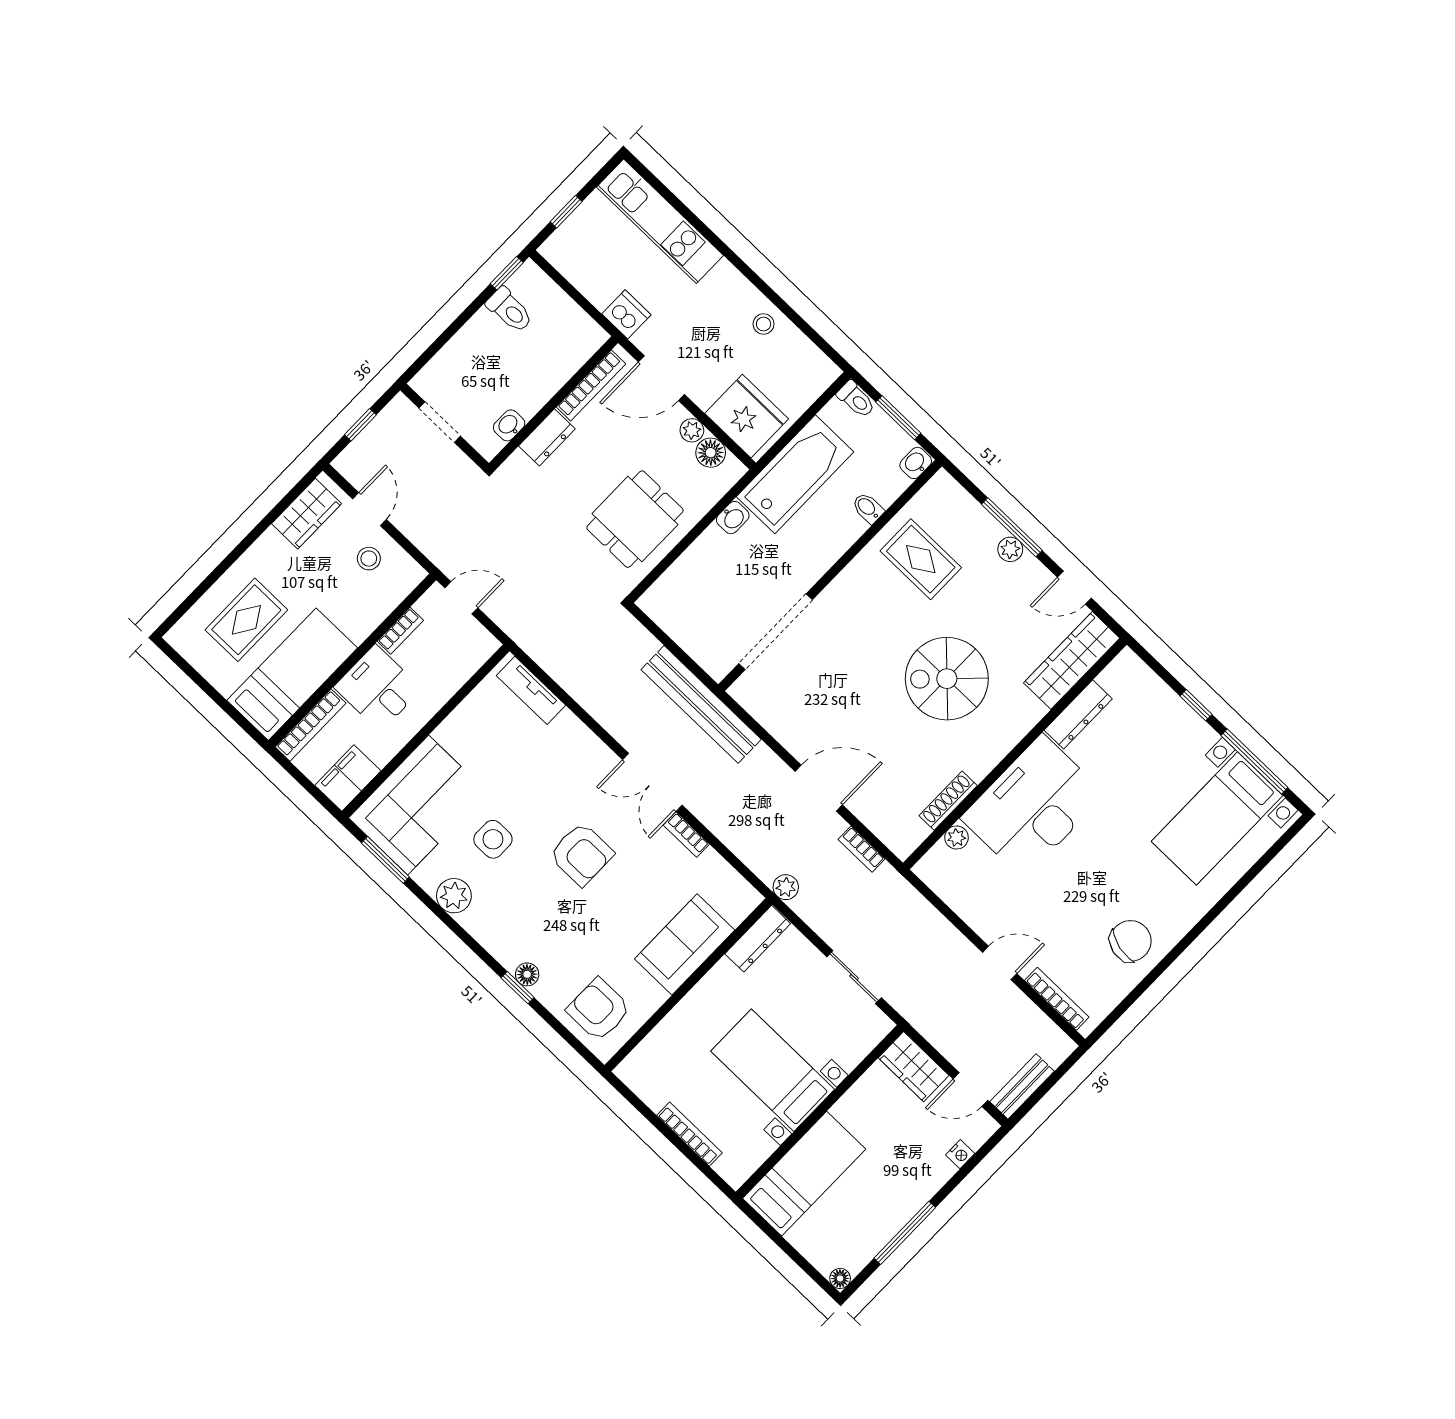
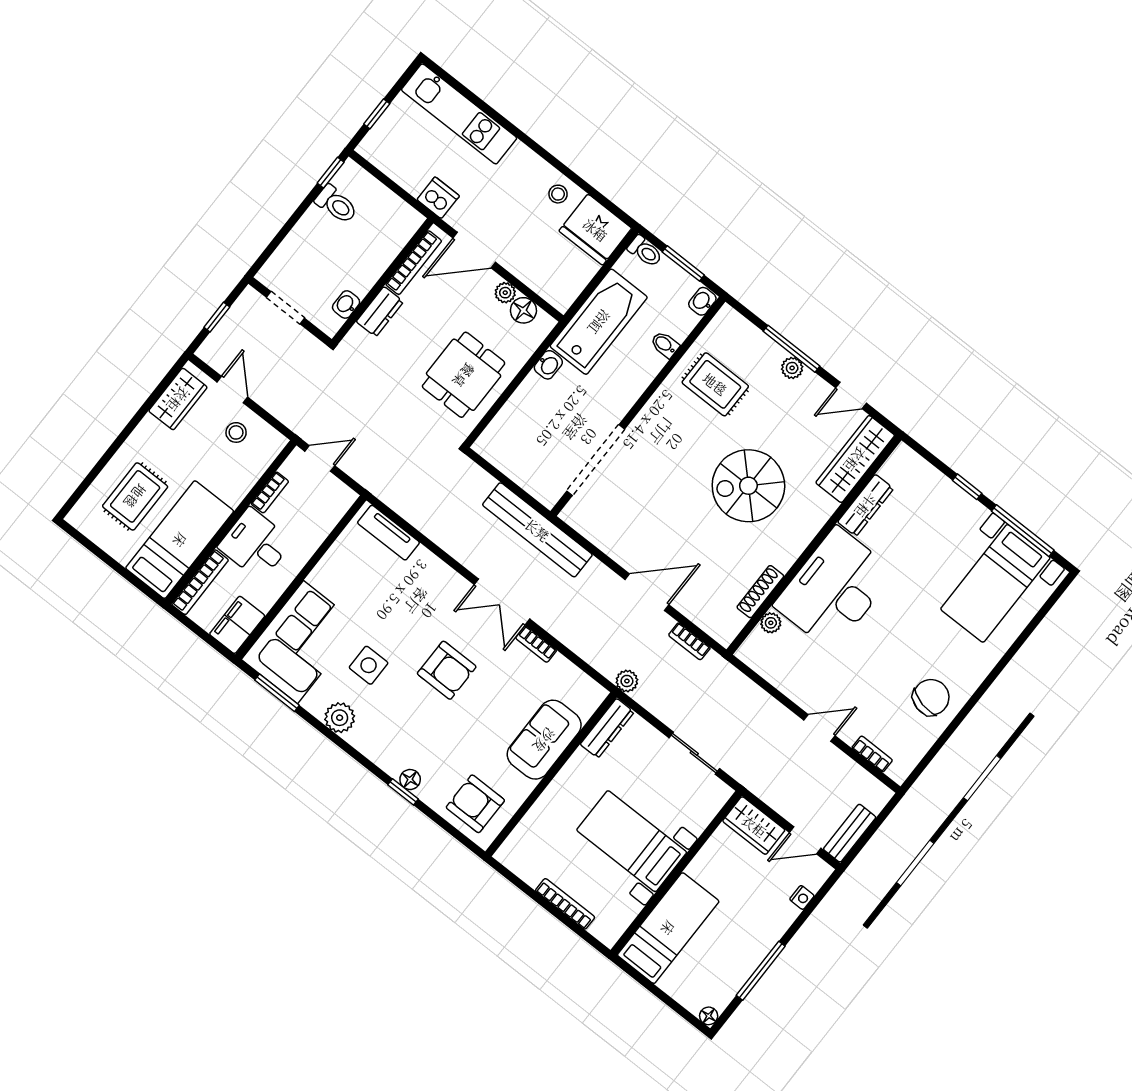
fridge: (747, 416) -> (595, 230), moved, turned 180
bookcase: (1057, 999) -> (872, 754), width x0.64

